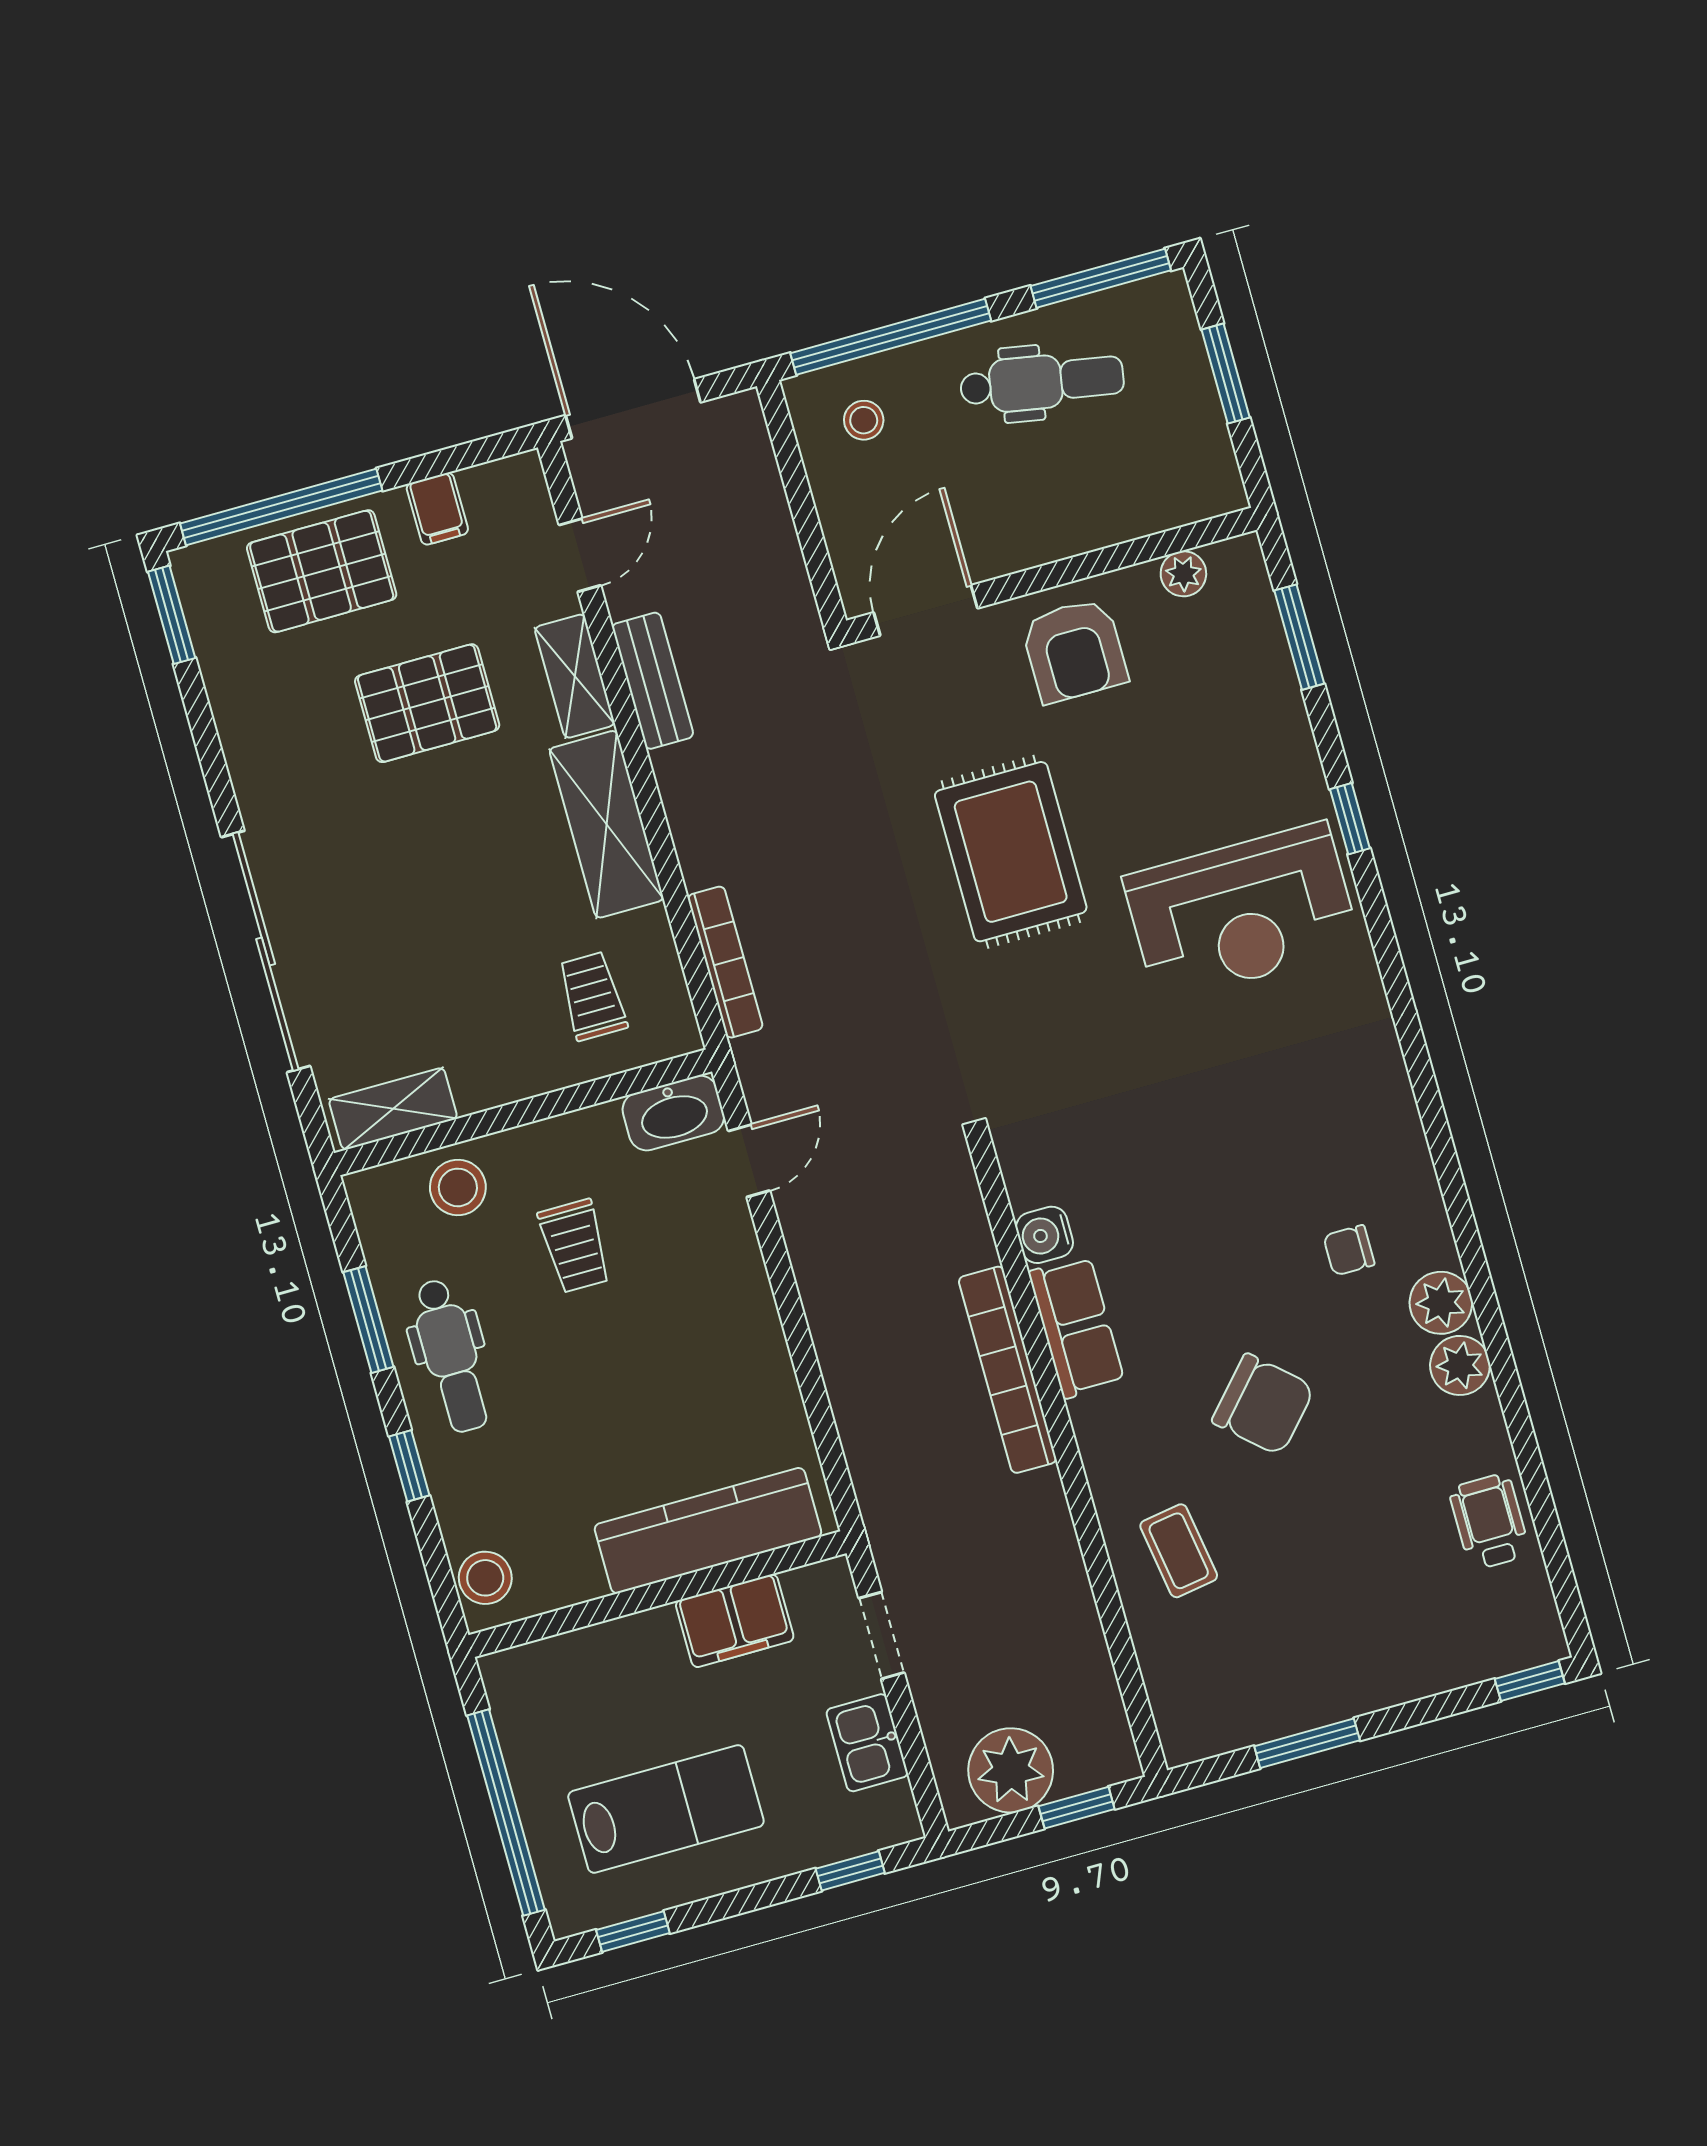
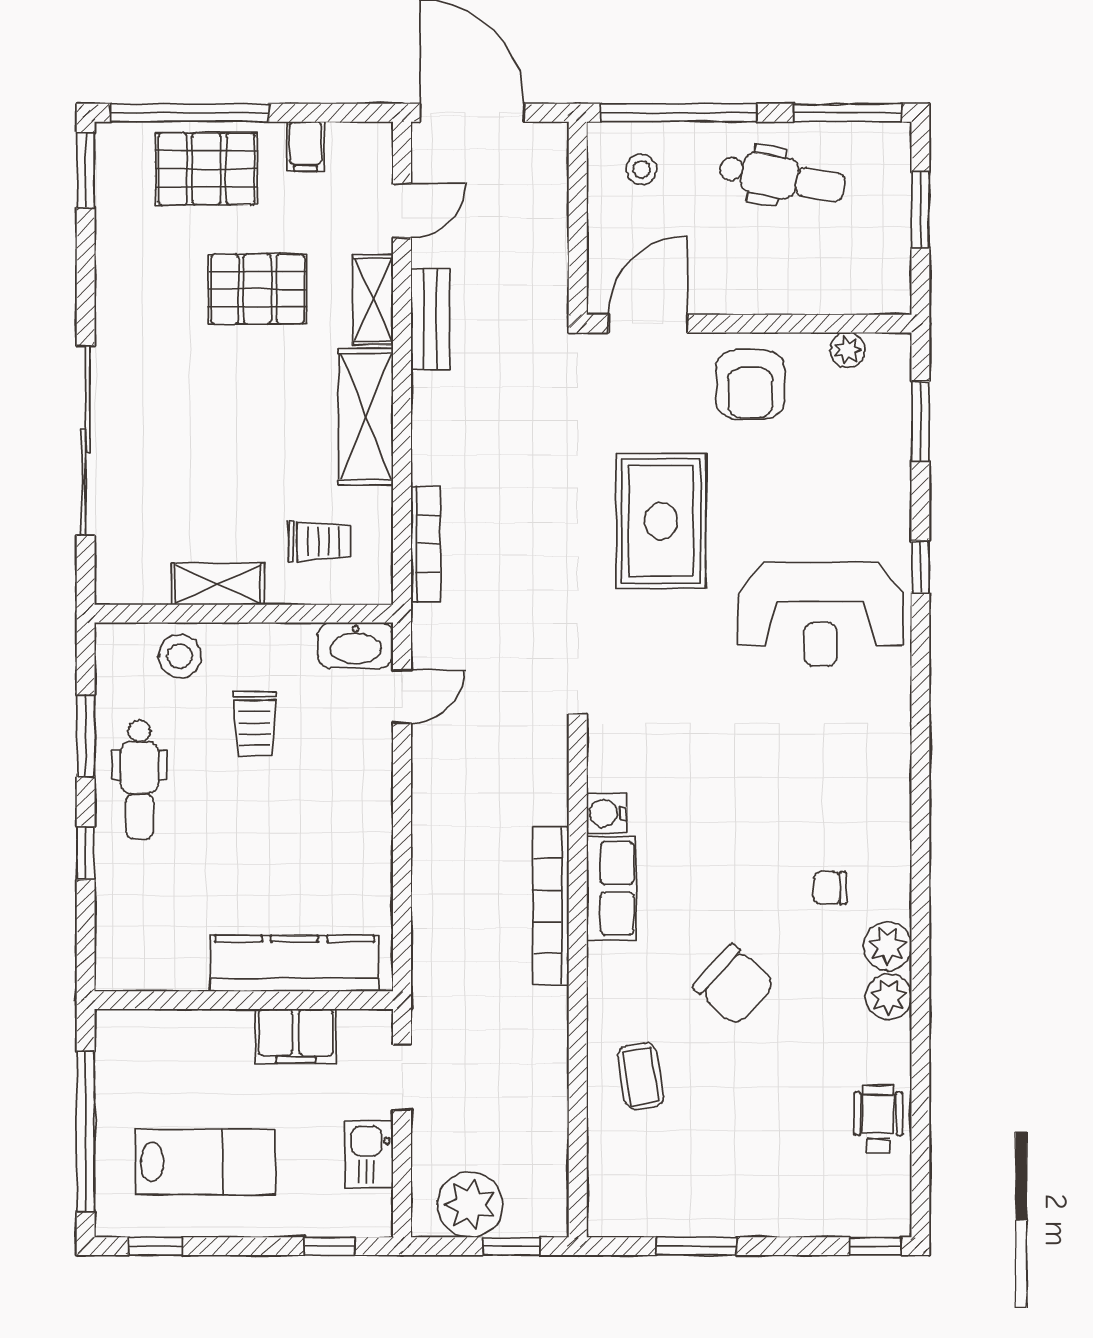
trolley: (592, 996) -> (320, 541), turned 90
shelving: (393, 1109) -> (218, 584), moved
stool: (485, 1578) -> (119, 952), removed

